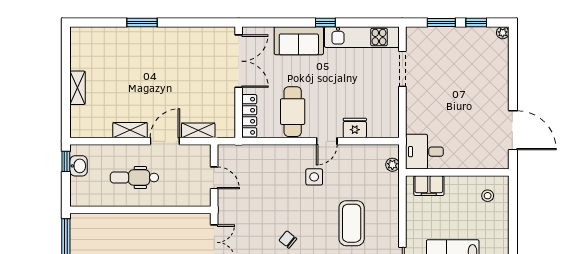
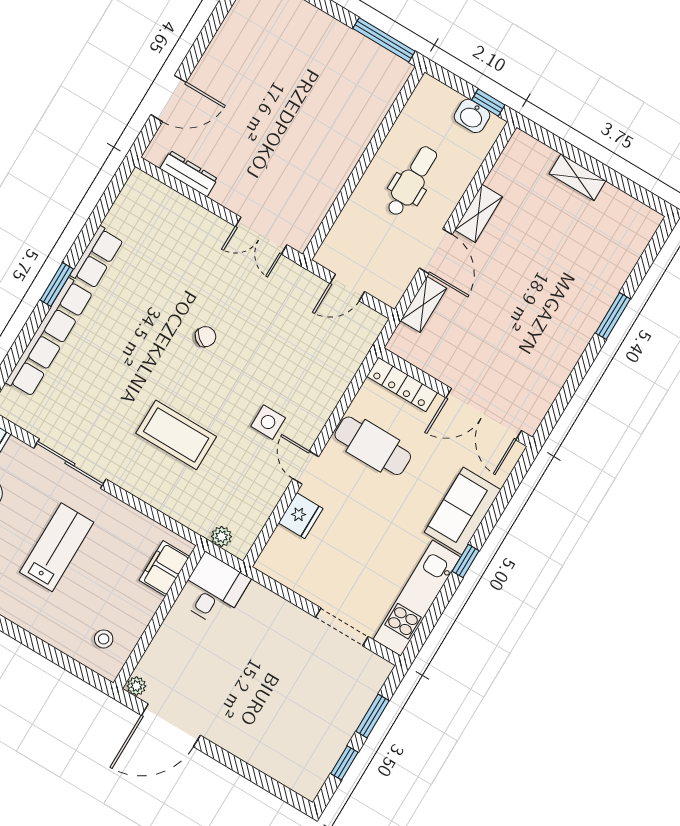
plant: (503, 33) -> (136, 686), moved

